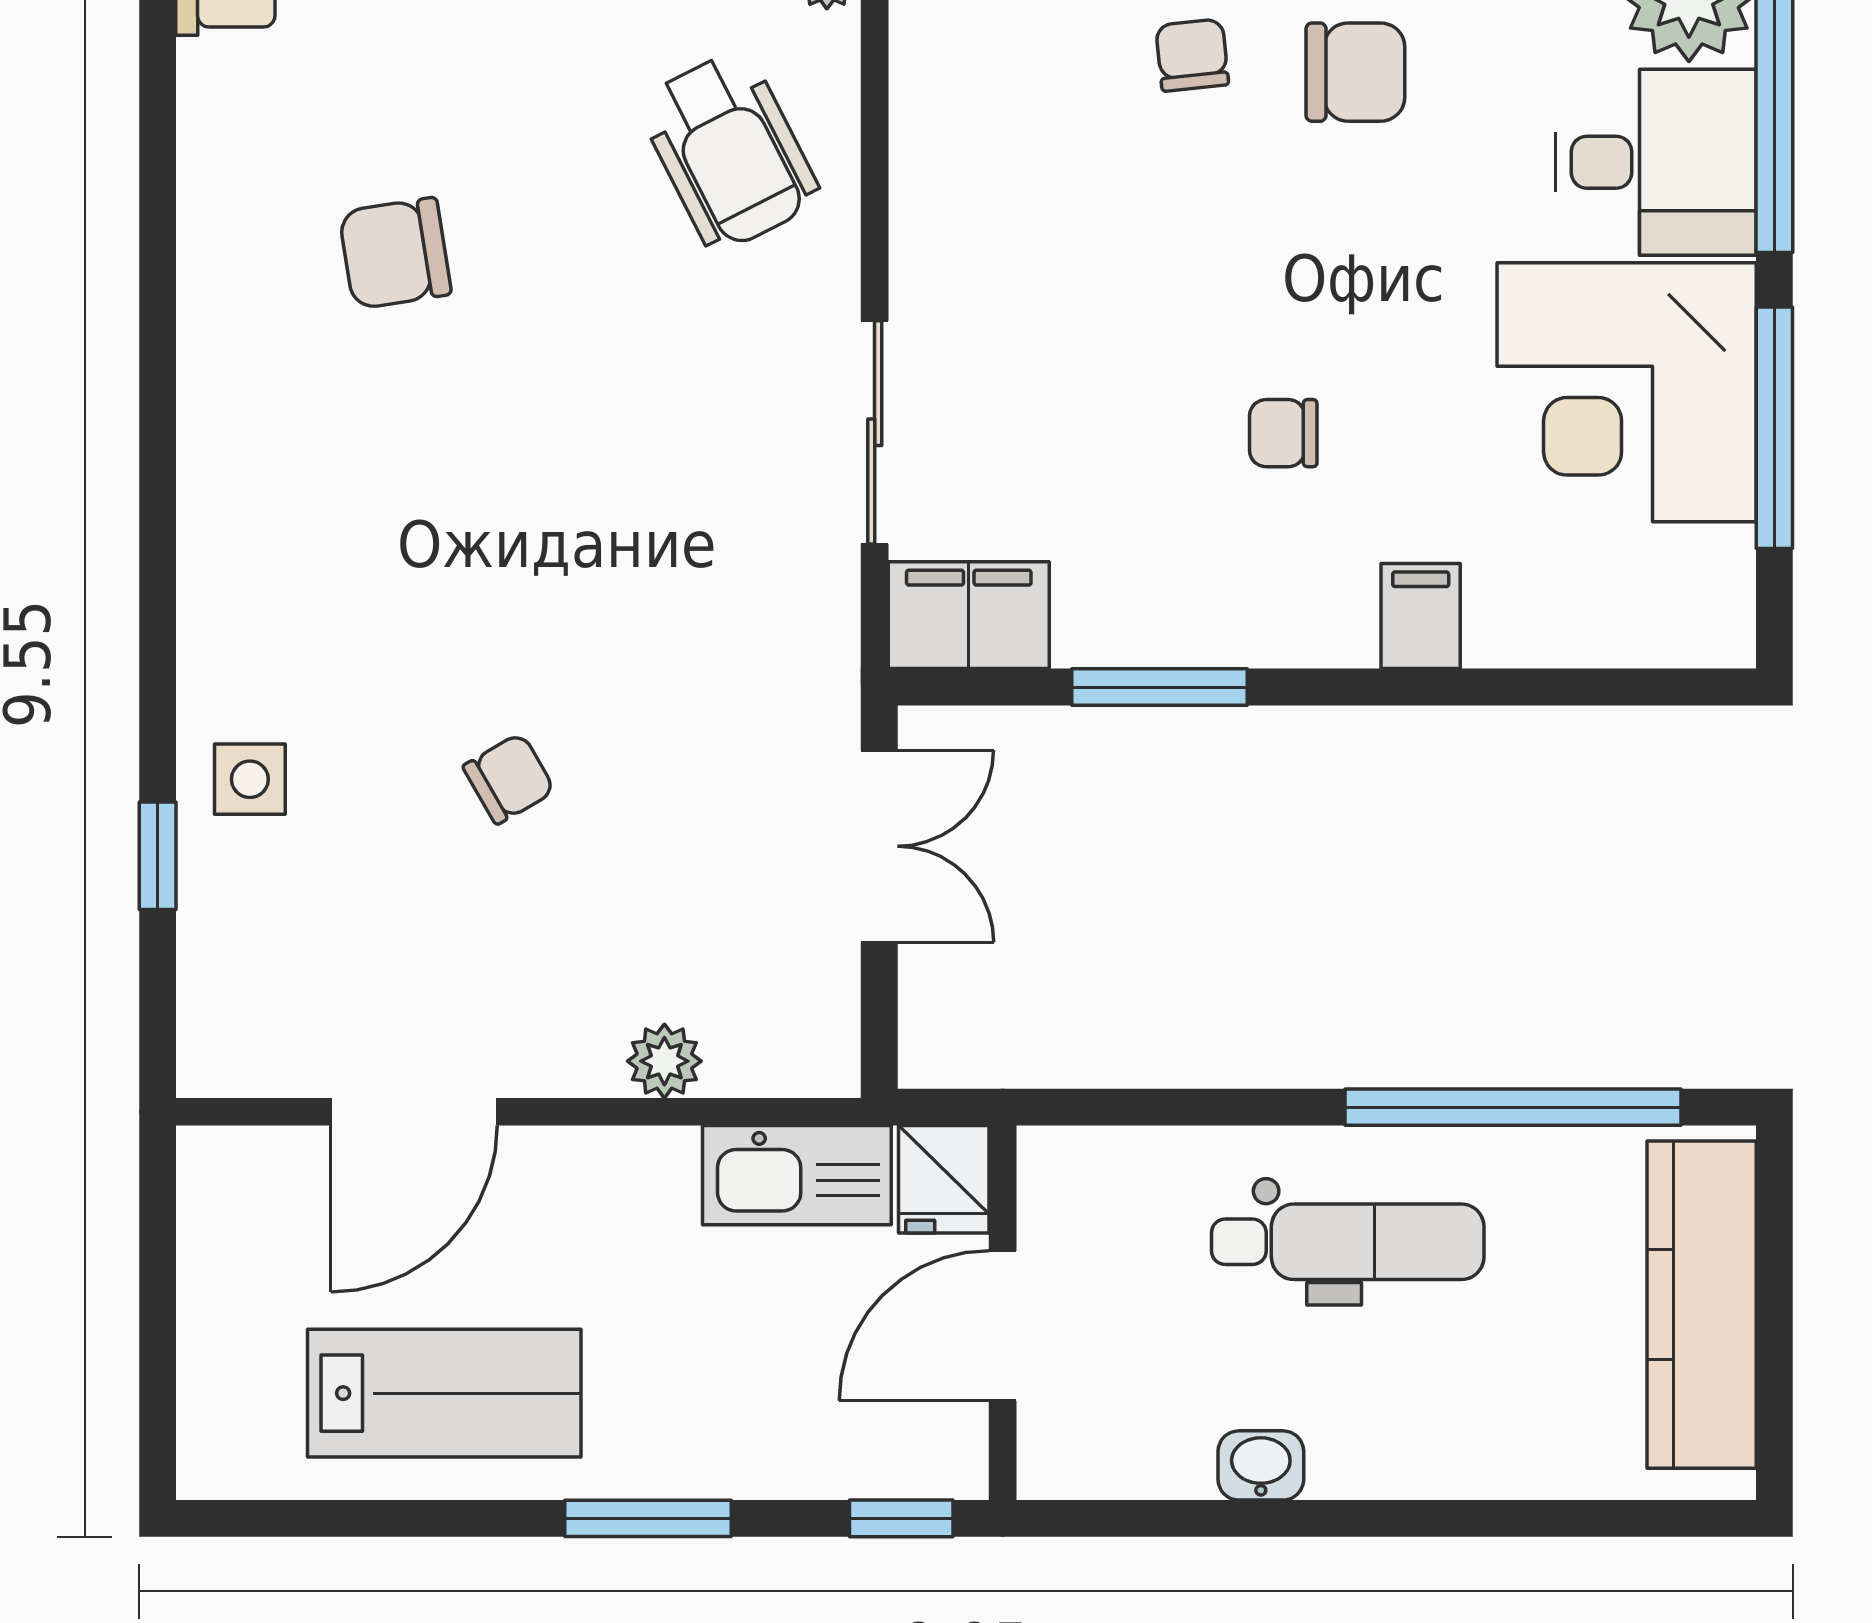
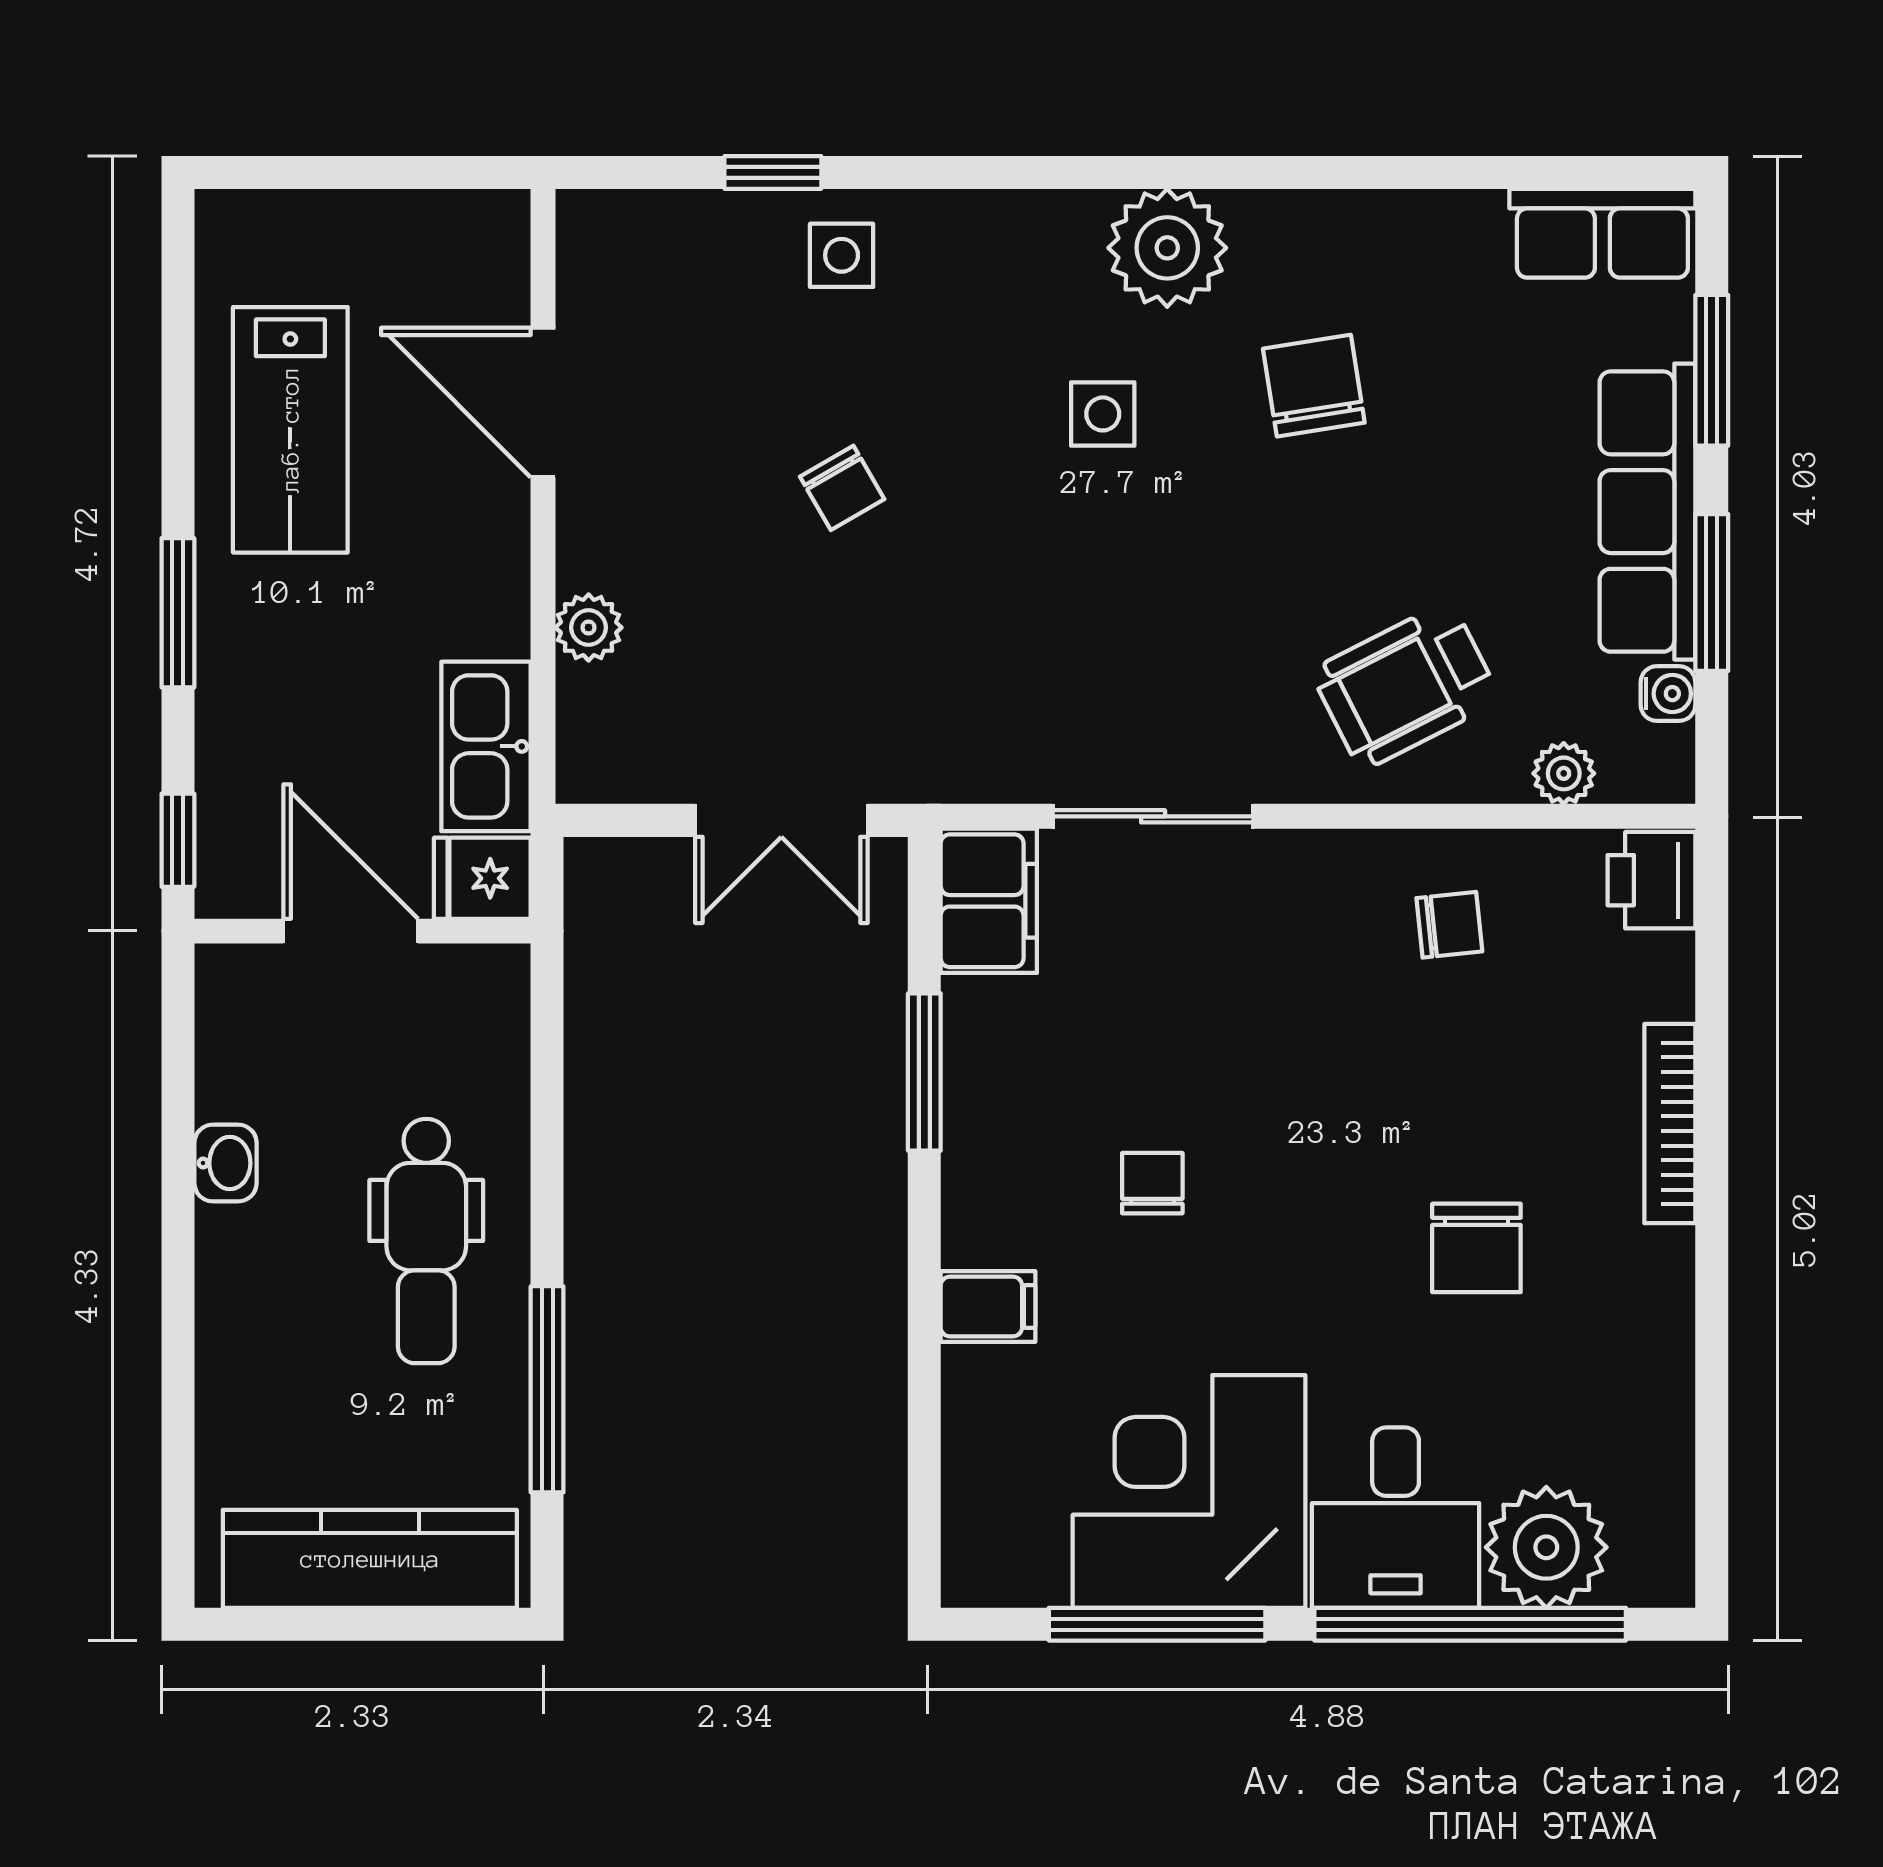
chair: (1192, 55) -> (1449, 925), moved
plant: (242, 416) -> (1167, 248), added
side table: (427, 488) -> (1103, 414), added
window: (1513, 1107) -> (547, 1389), width x0.68

